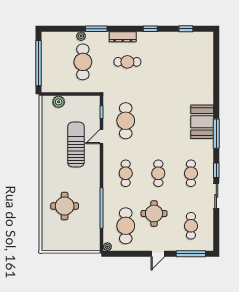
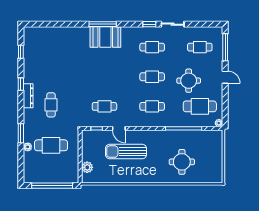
dresser: (123, 37) -> (28, 96), moved
cafe table: (126, 121) -> (104, 106), width x0.73, depth x0.74
window: (216, 134) -> (103, 24), moved

